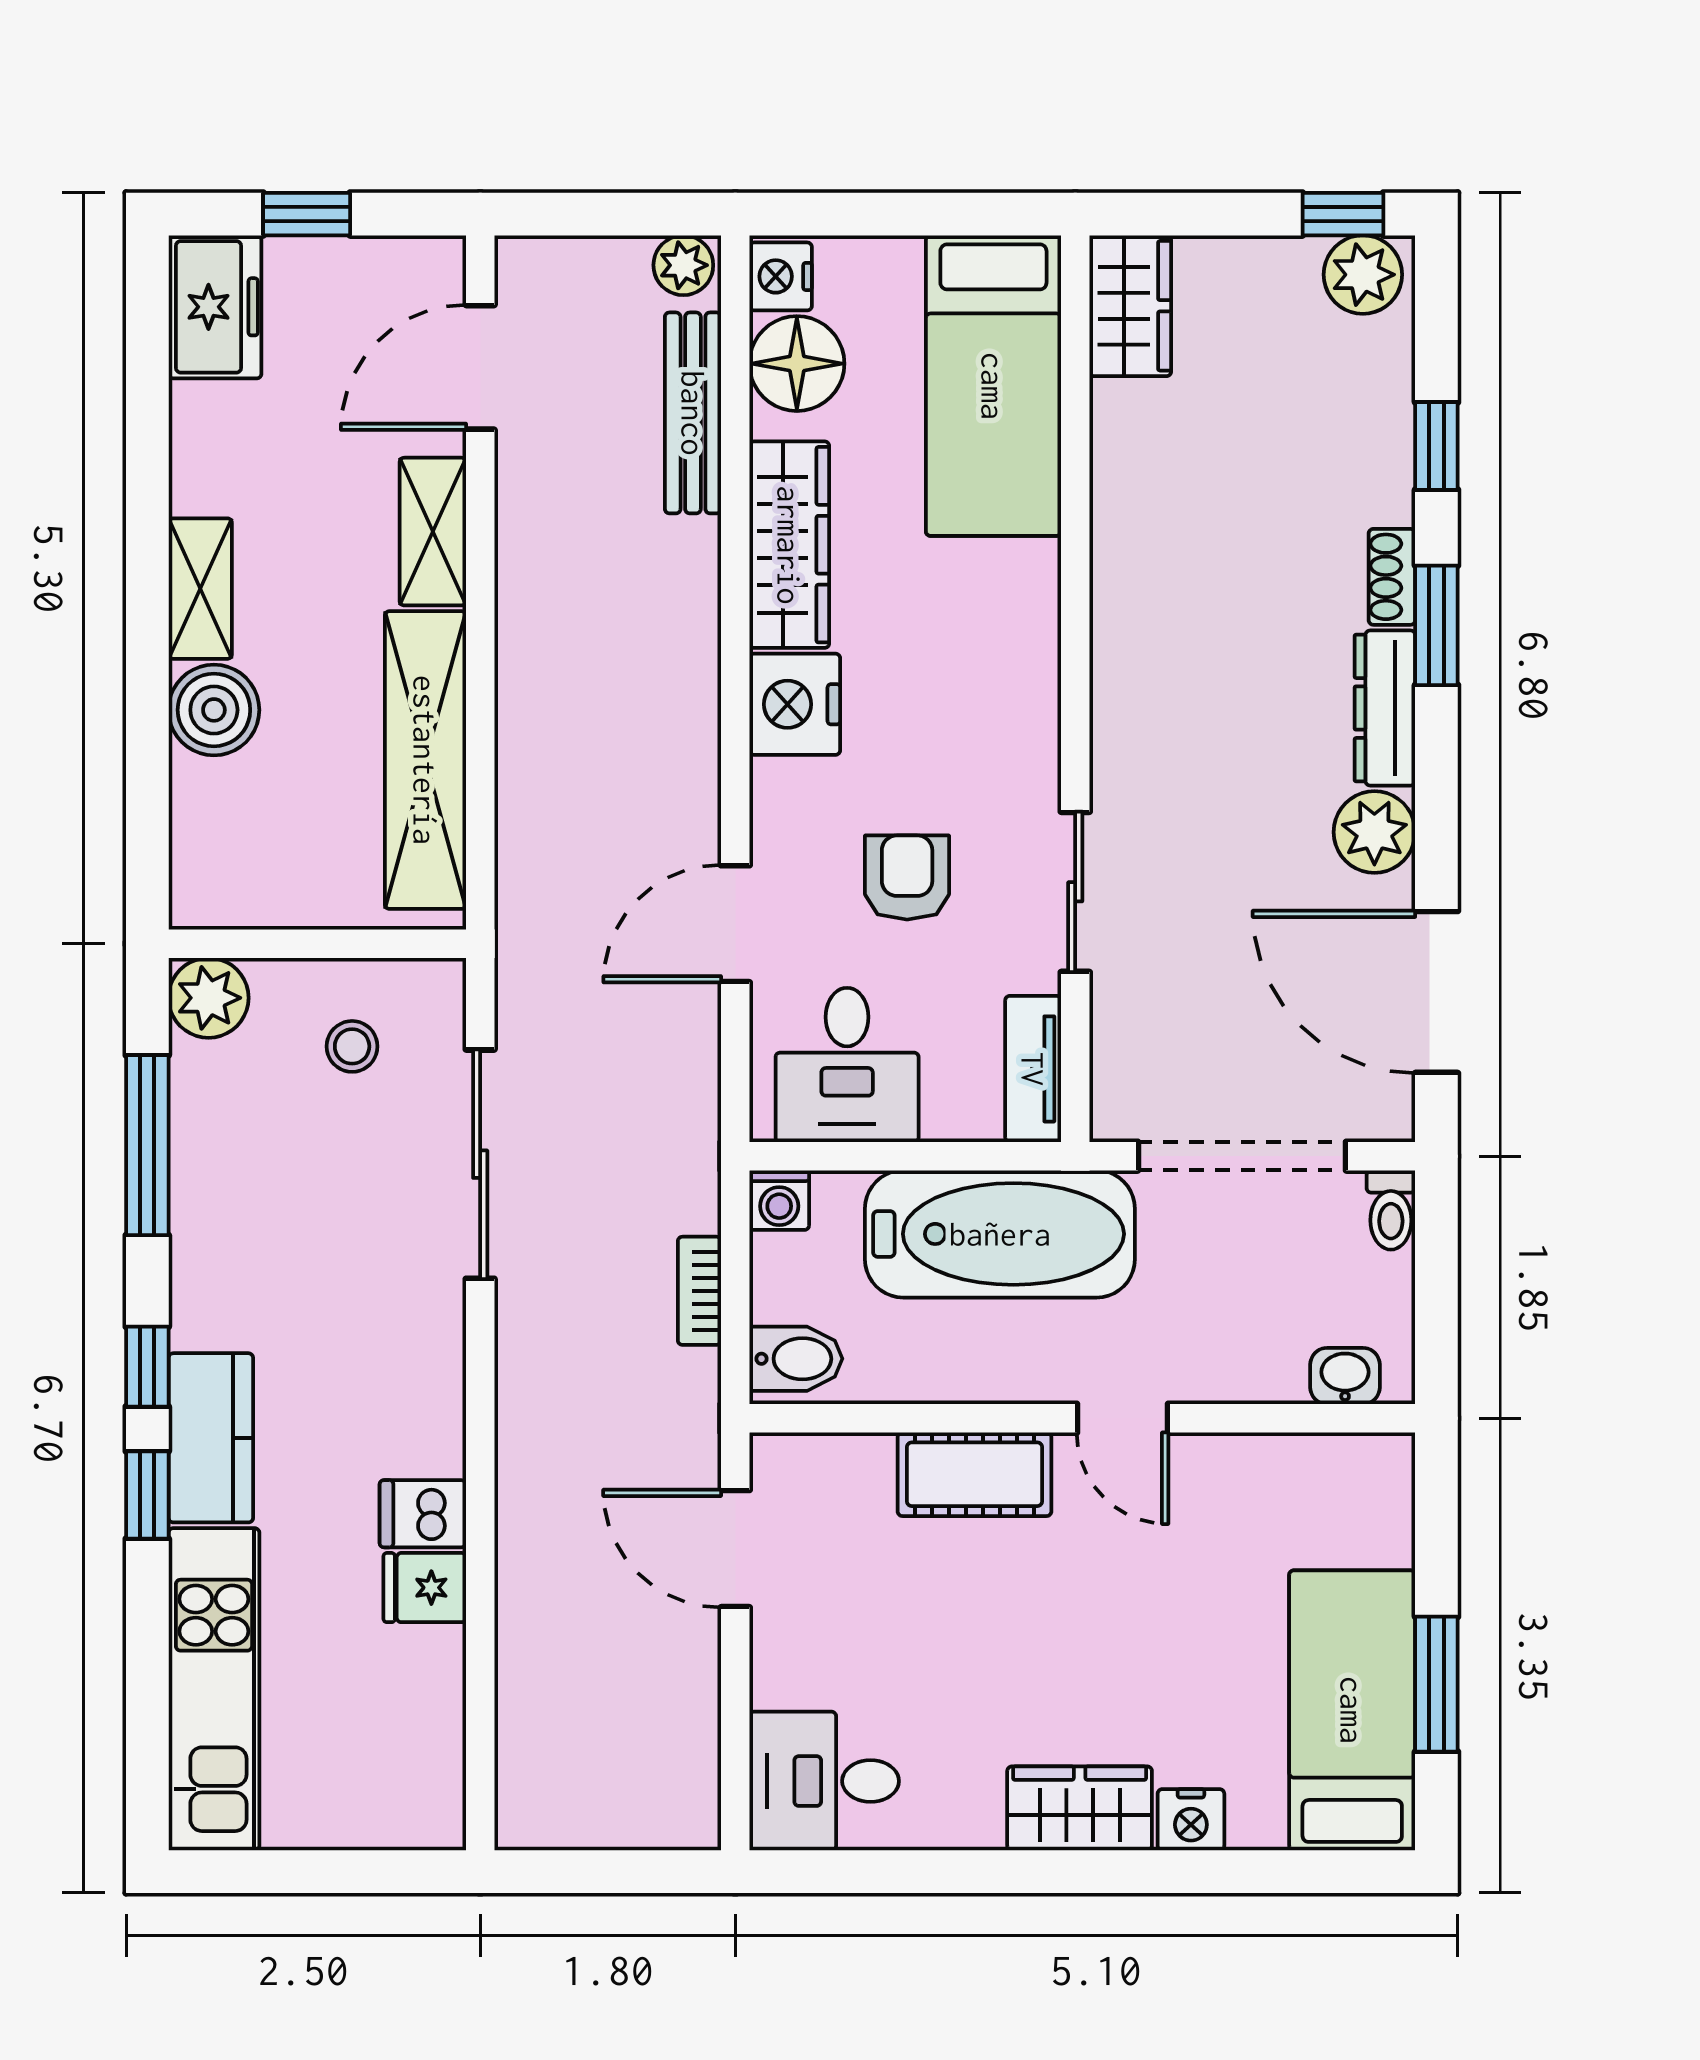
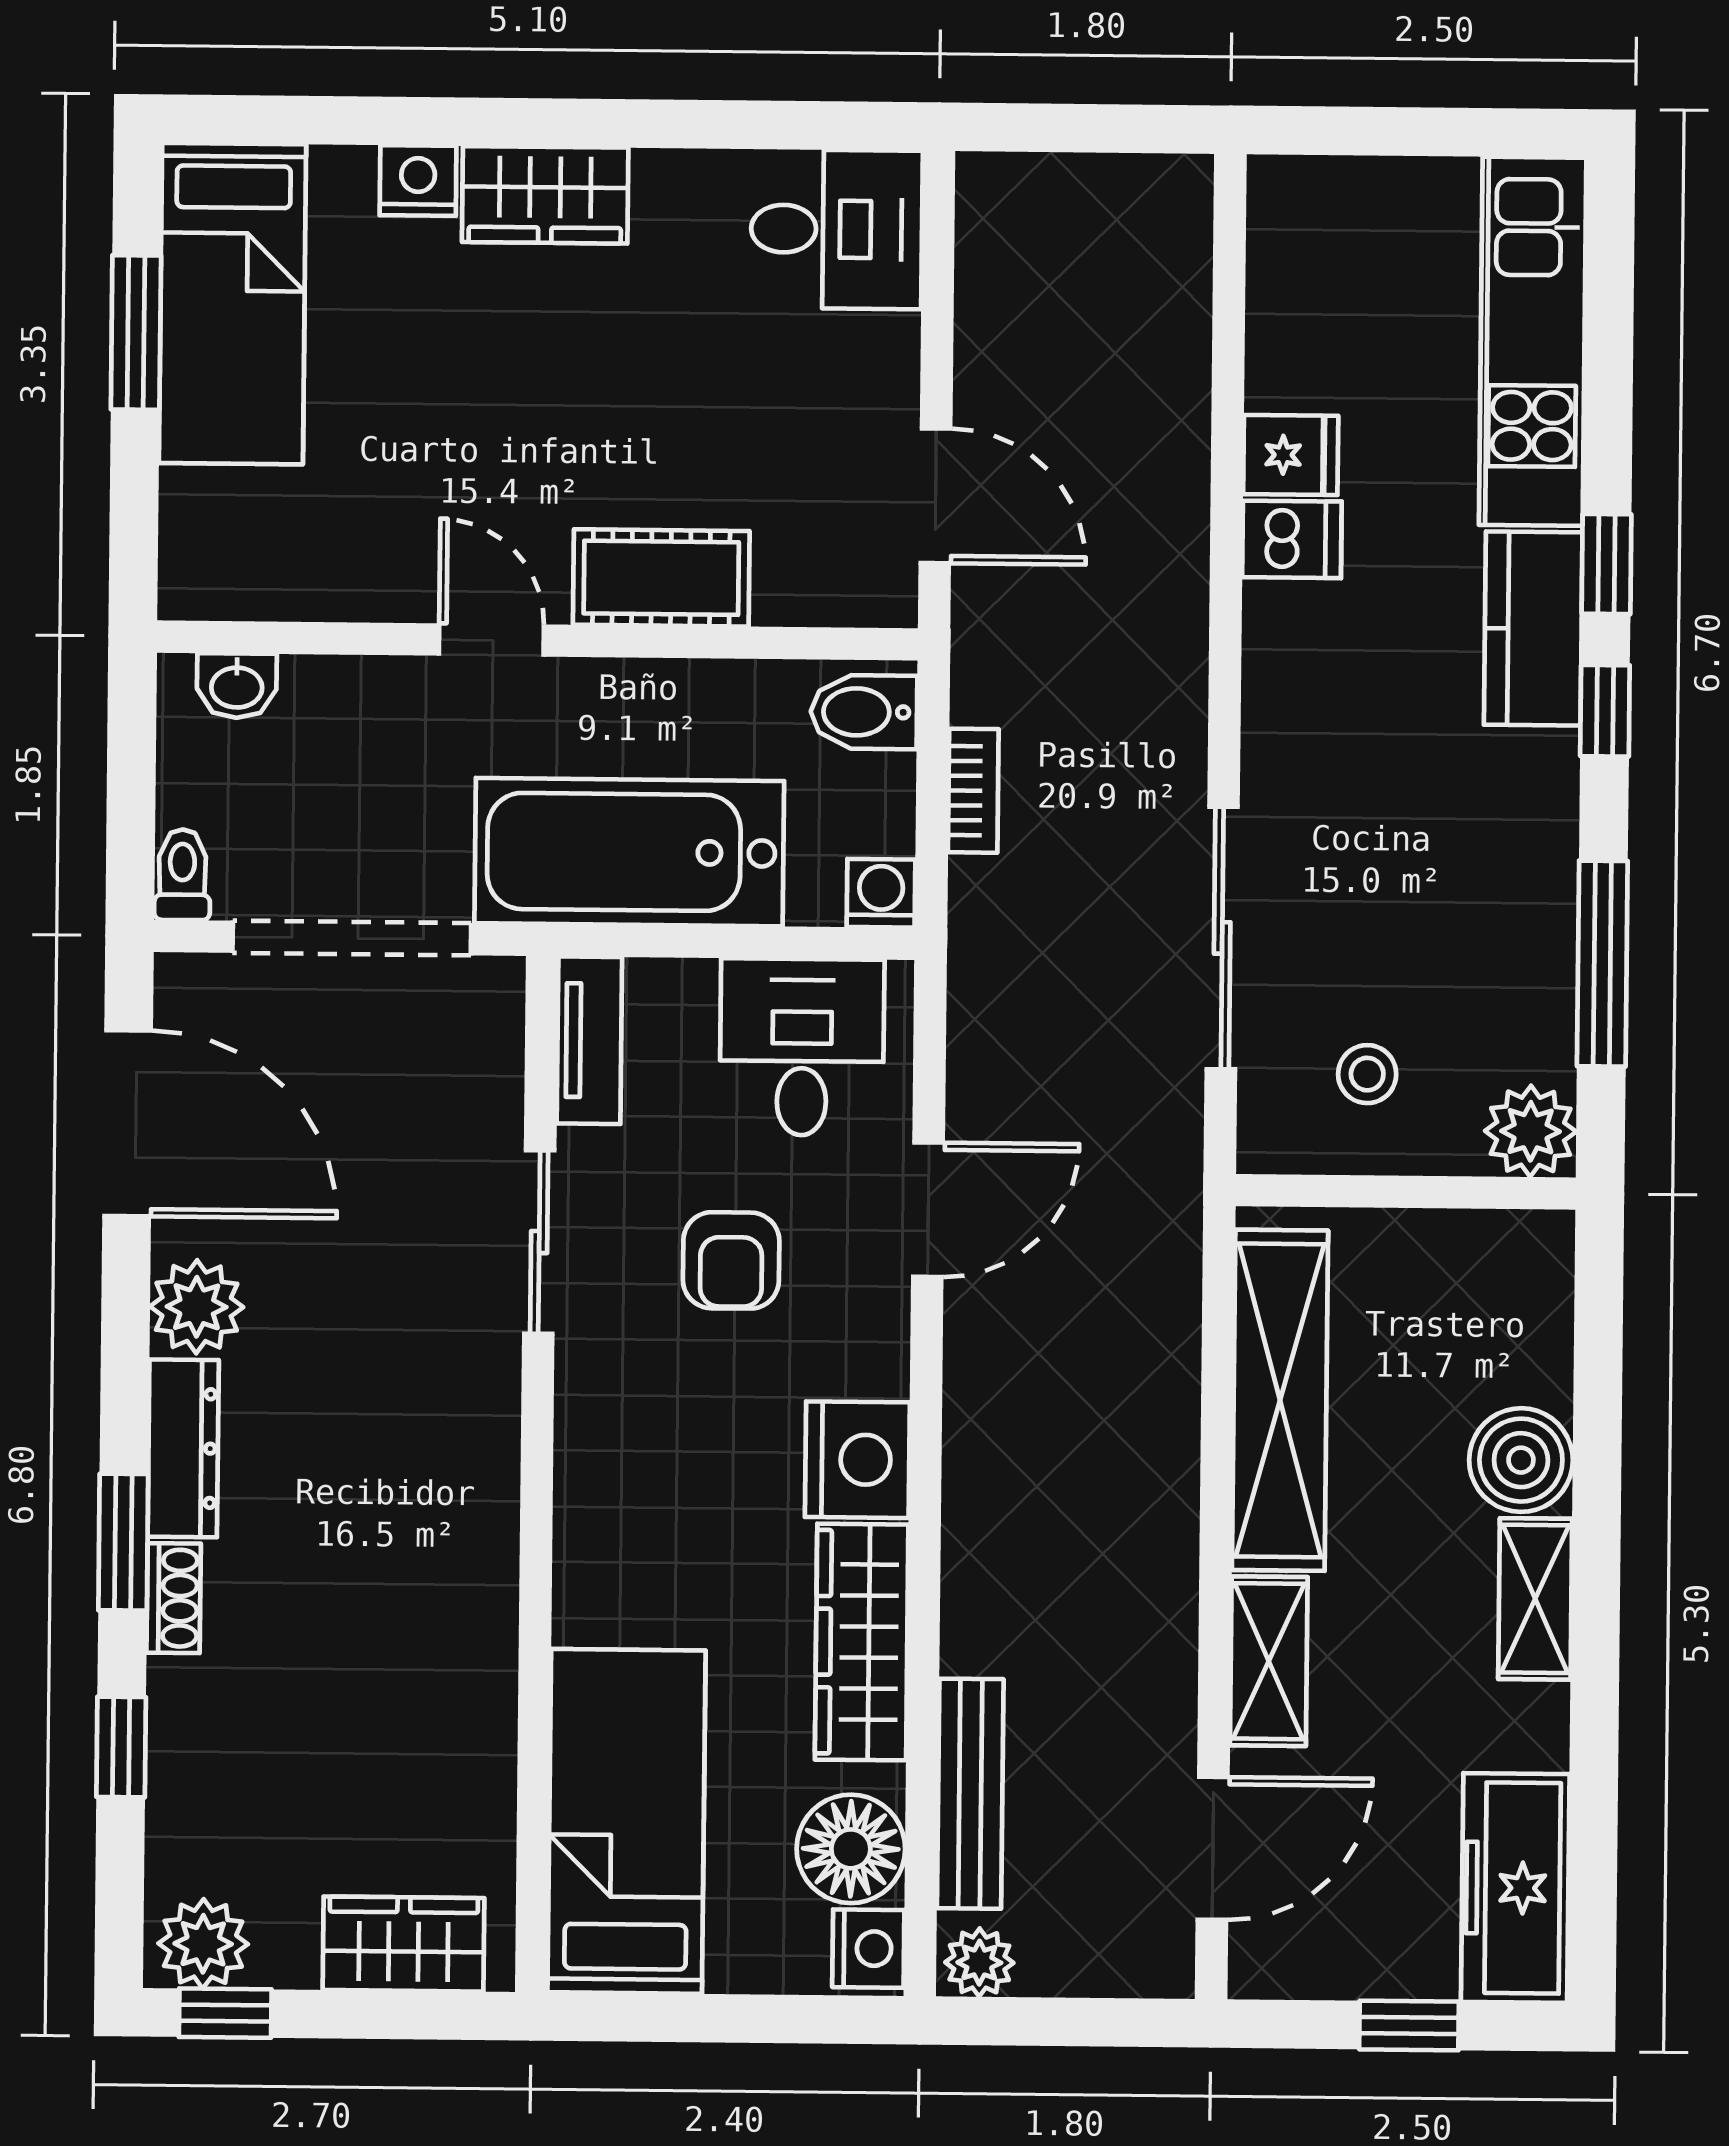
wardrobe: (1130, 306) -> (403, 1944), moved, turned 90
freezer: (215, 307) -> (1515, 1888), width x1.40

